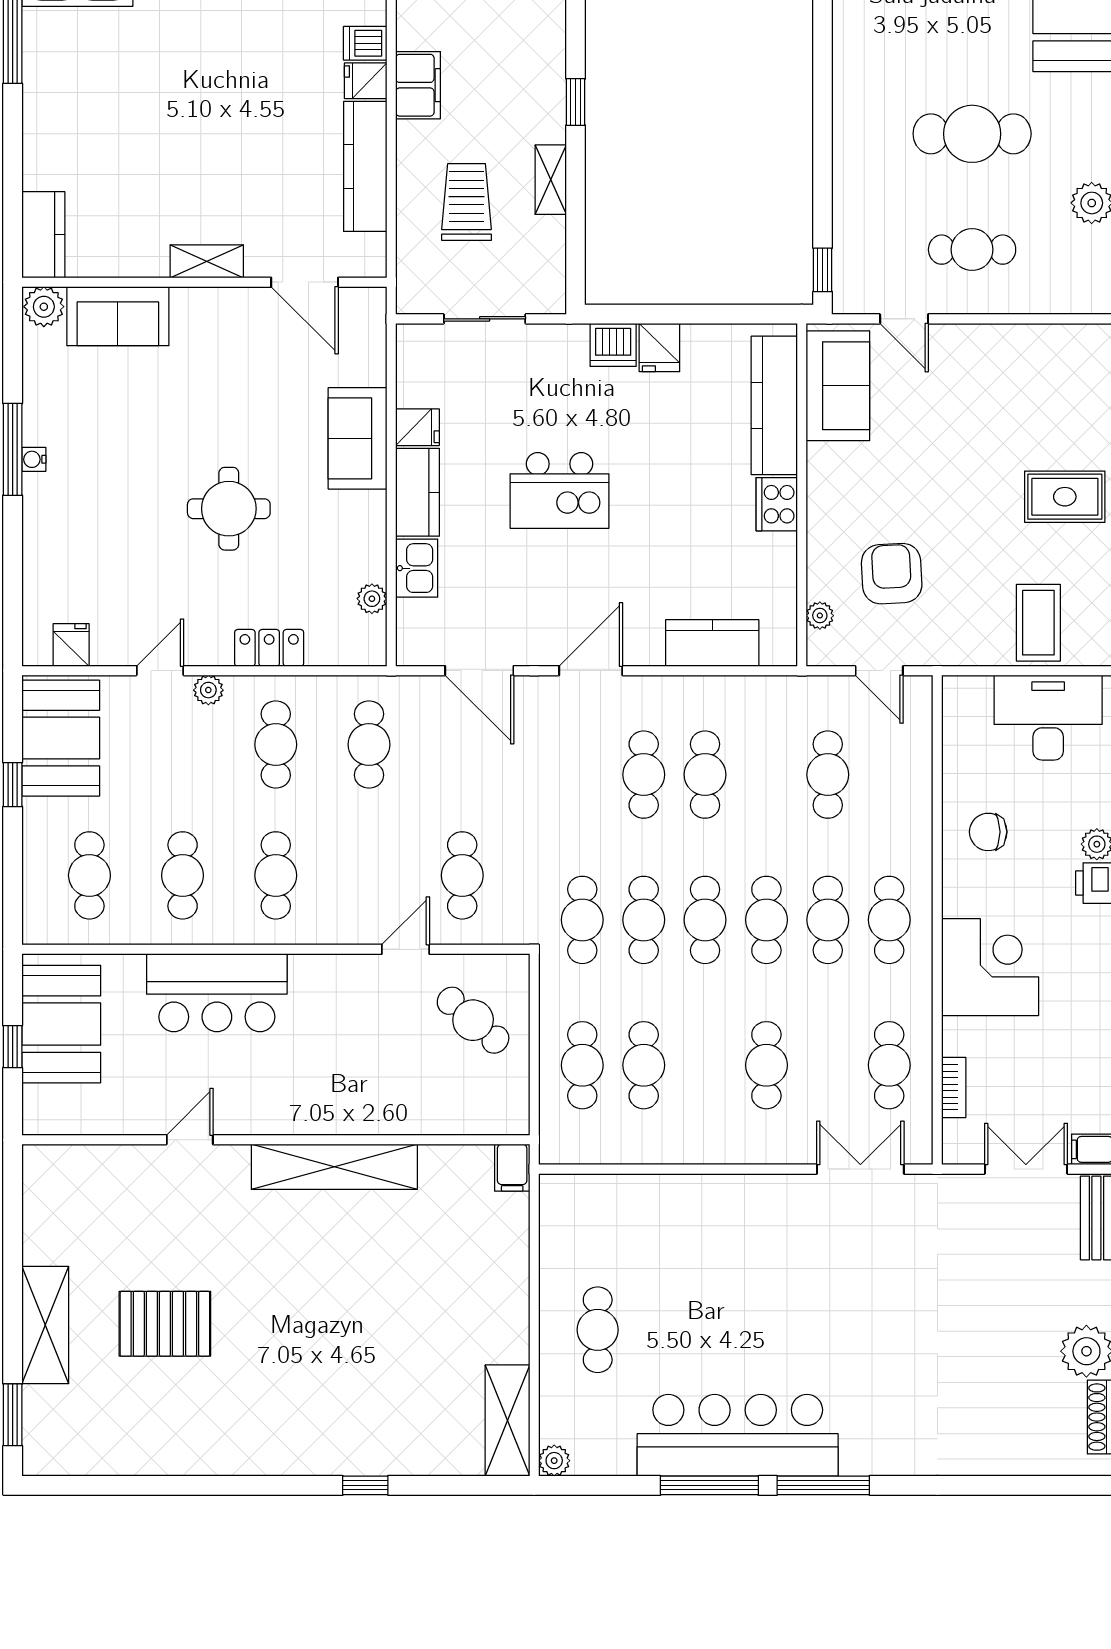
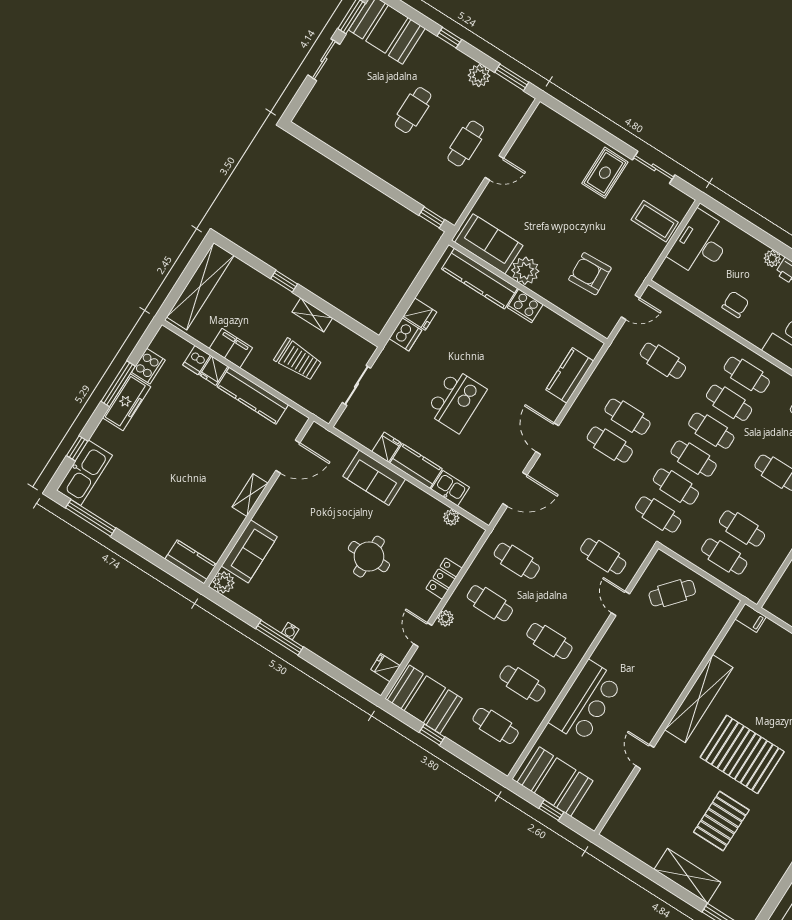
cafe table: (972, 134) -> (413, 110), width x0.73, depth x0.74
trolley: (467, 202) -> (298, 360), turned 180
door: (904, 319) -> (494, 168), moved
plant: (820, 616) -> (525, 271), moved, width x1.88, depth x1.88
chair: (988, 832) -> (735, 304), turned 180
pallet: (290, 1290) -> (742, 754), added

